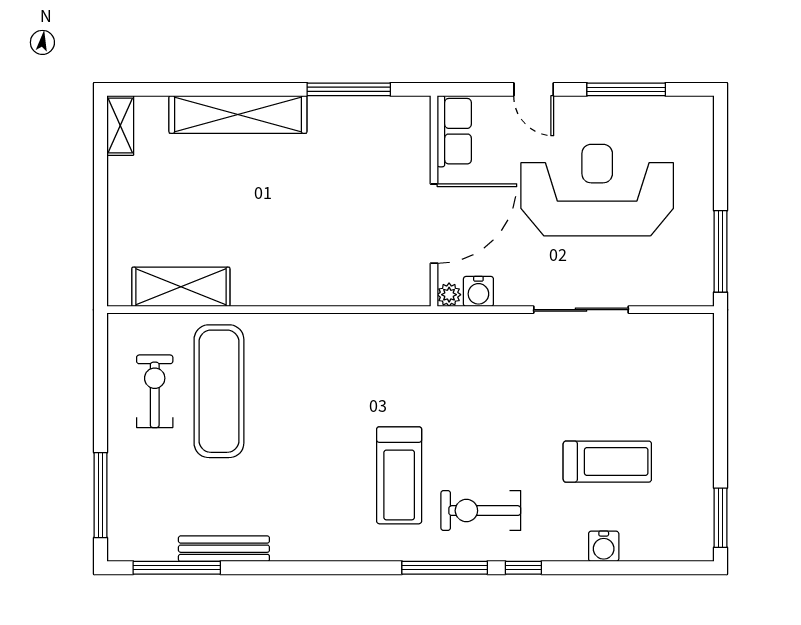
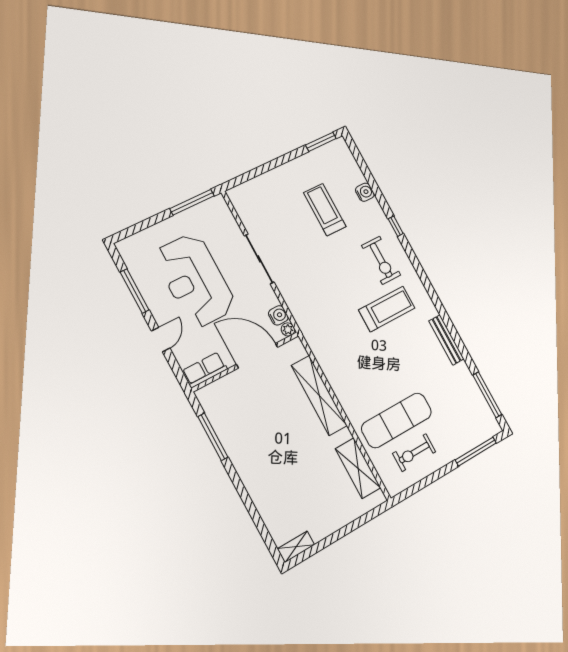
shelving: (238, 114) -> (319, 395), moved
bench: (224, 549) -> (446, 340), moved
window: (445, 568) -> (416, 264), removed

